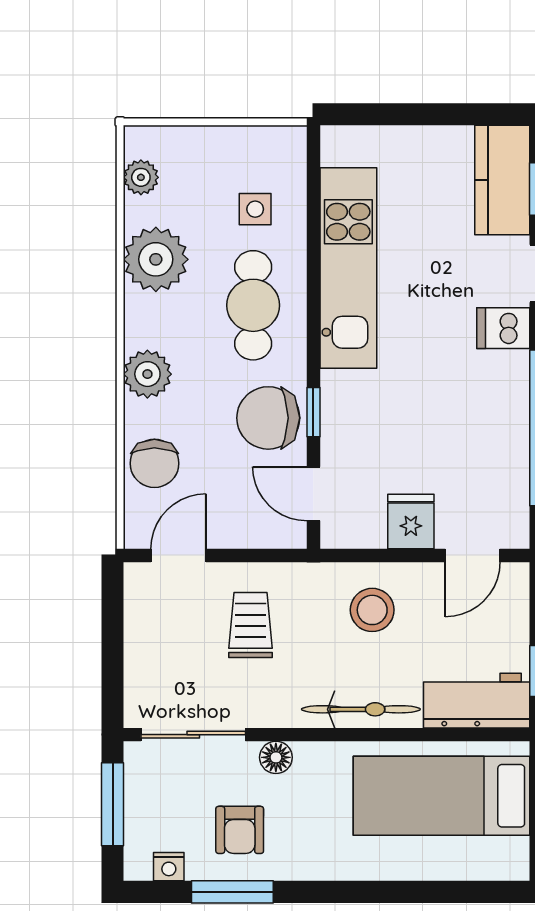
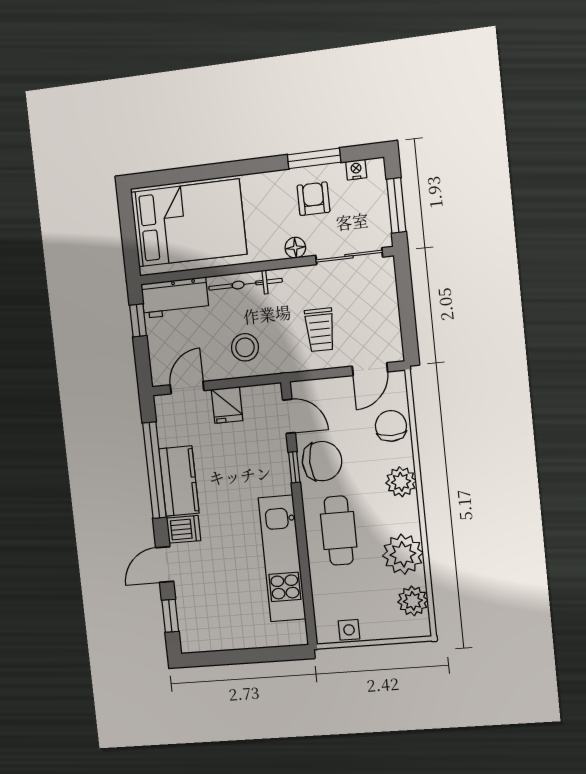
plant: (141, 177) -> (413, 601), width x1.38, depth x1.38
kitchen counter: (502, 180) -> (179, 481), moved
side table: (255, 209) -> (349, 630), moved
bed: (442, 796) -> (189, 223), width x1.50

